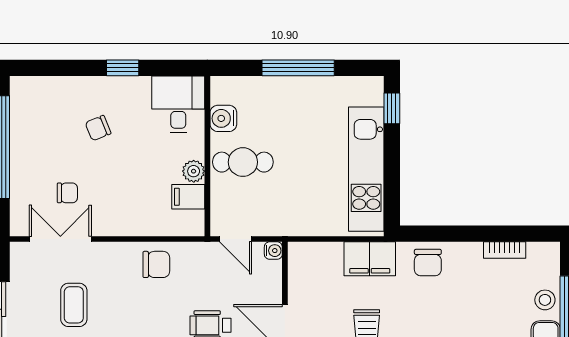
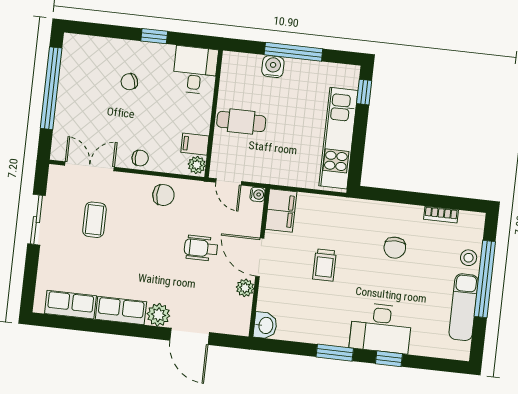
water cooler: (223, 118) -> (273, 67), moved, turned 90
plant: (194, 171) -> (197, 165), moved
chair: (67, 193) -> (140, 158), moved
filing cabinet: (370, 259) -> (281, 211), moved, turned -90
chair: (428, 263) -> (395, 248), moved

